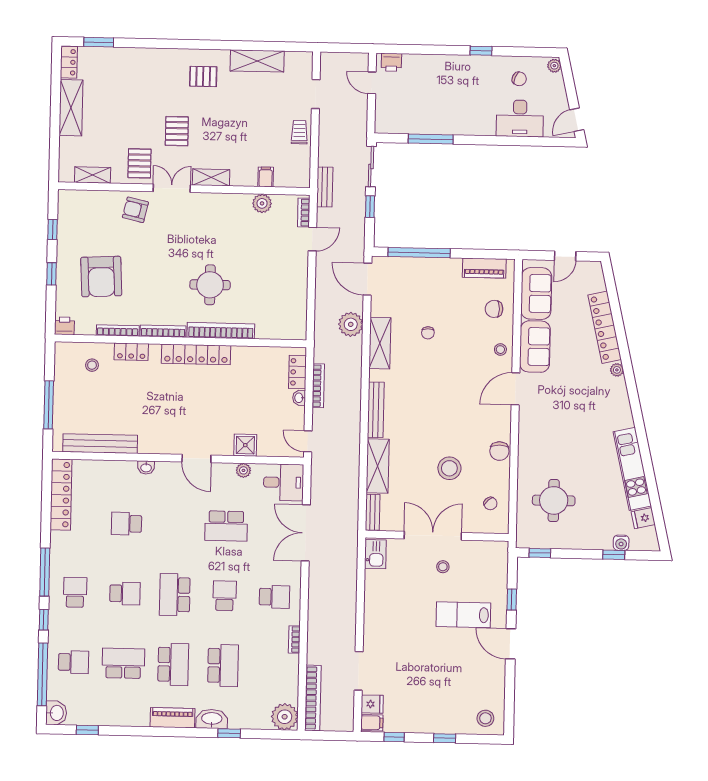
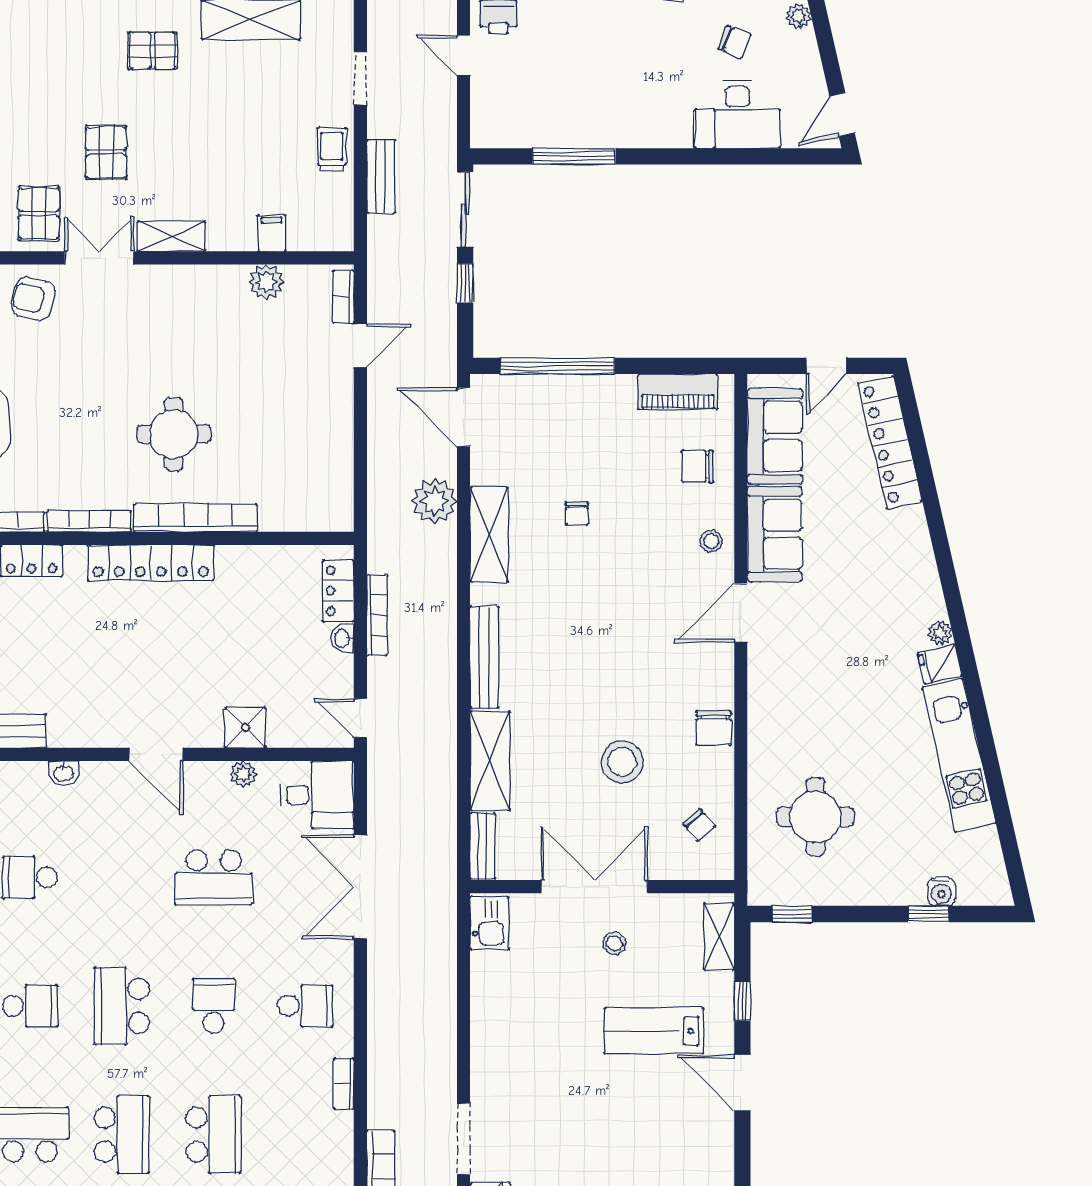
bench: (325, 187) -> (381, 177), moved
locker: (605, 327) -> (890, 442), moved
plant: (617, 370) -> (940, 633), moved
fridge: (643, 518) -> (940, 664), moved
shelving: (500, 564) -> (719, 937), added

